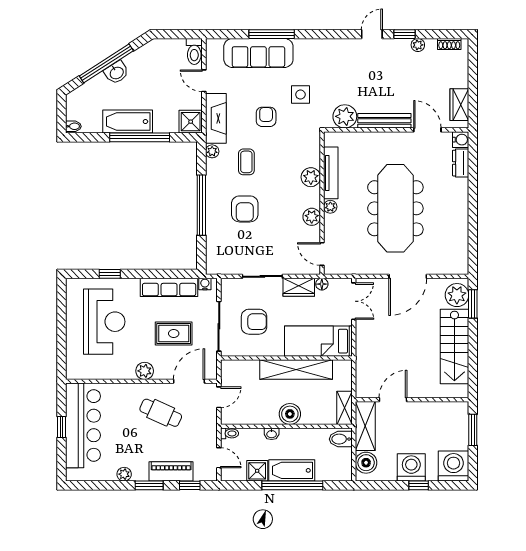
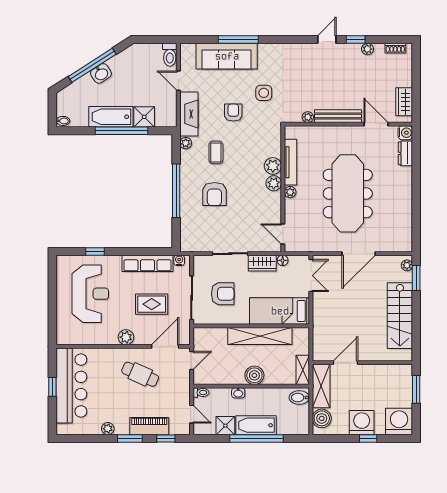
plant: (345, 116) -> (308, 117), width x0.53, depth x0.53
shower: (191, 122) -> (144, 117), moved
plant: (312, 217) -> (274, 183), moved
plant: (457, 295) -> (407, 265), width x0.53, depth x0.53

